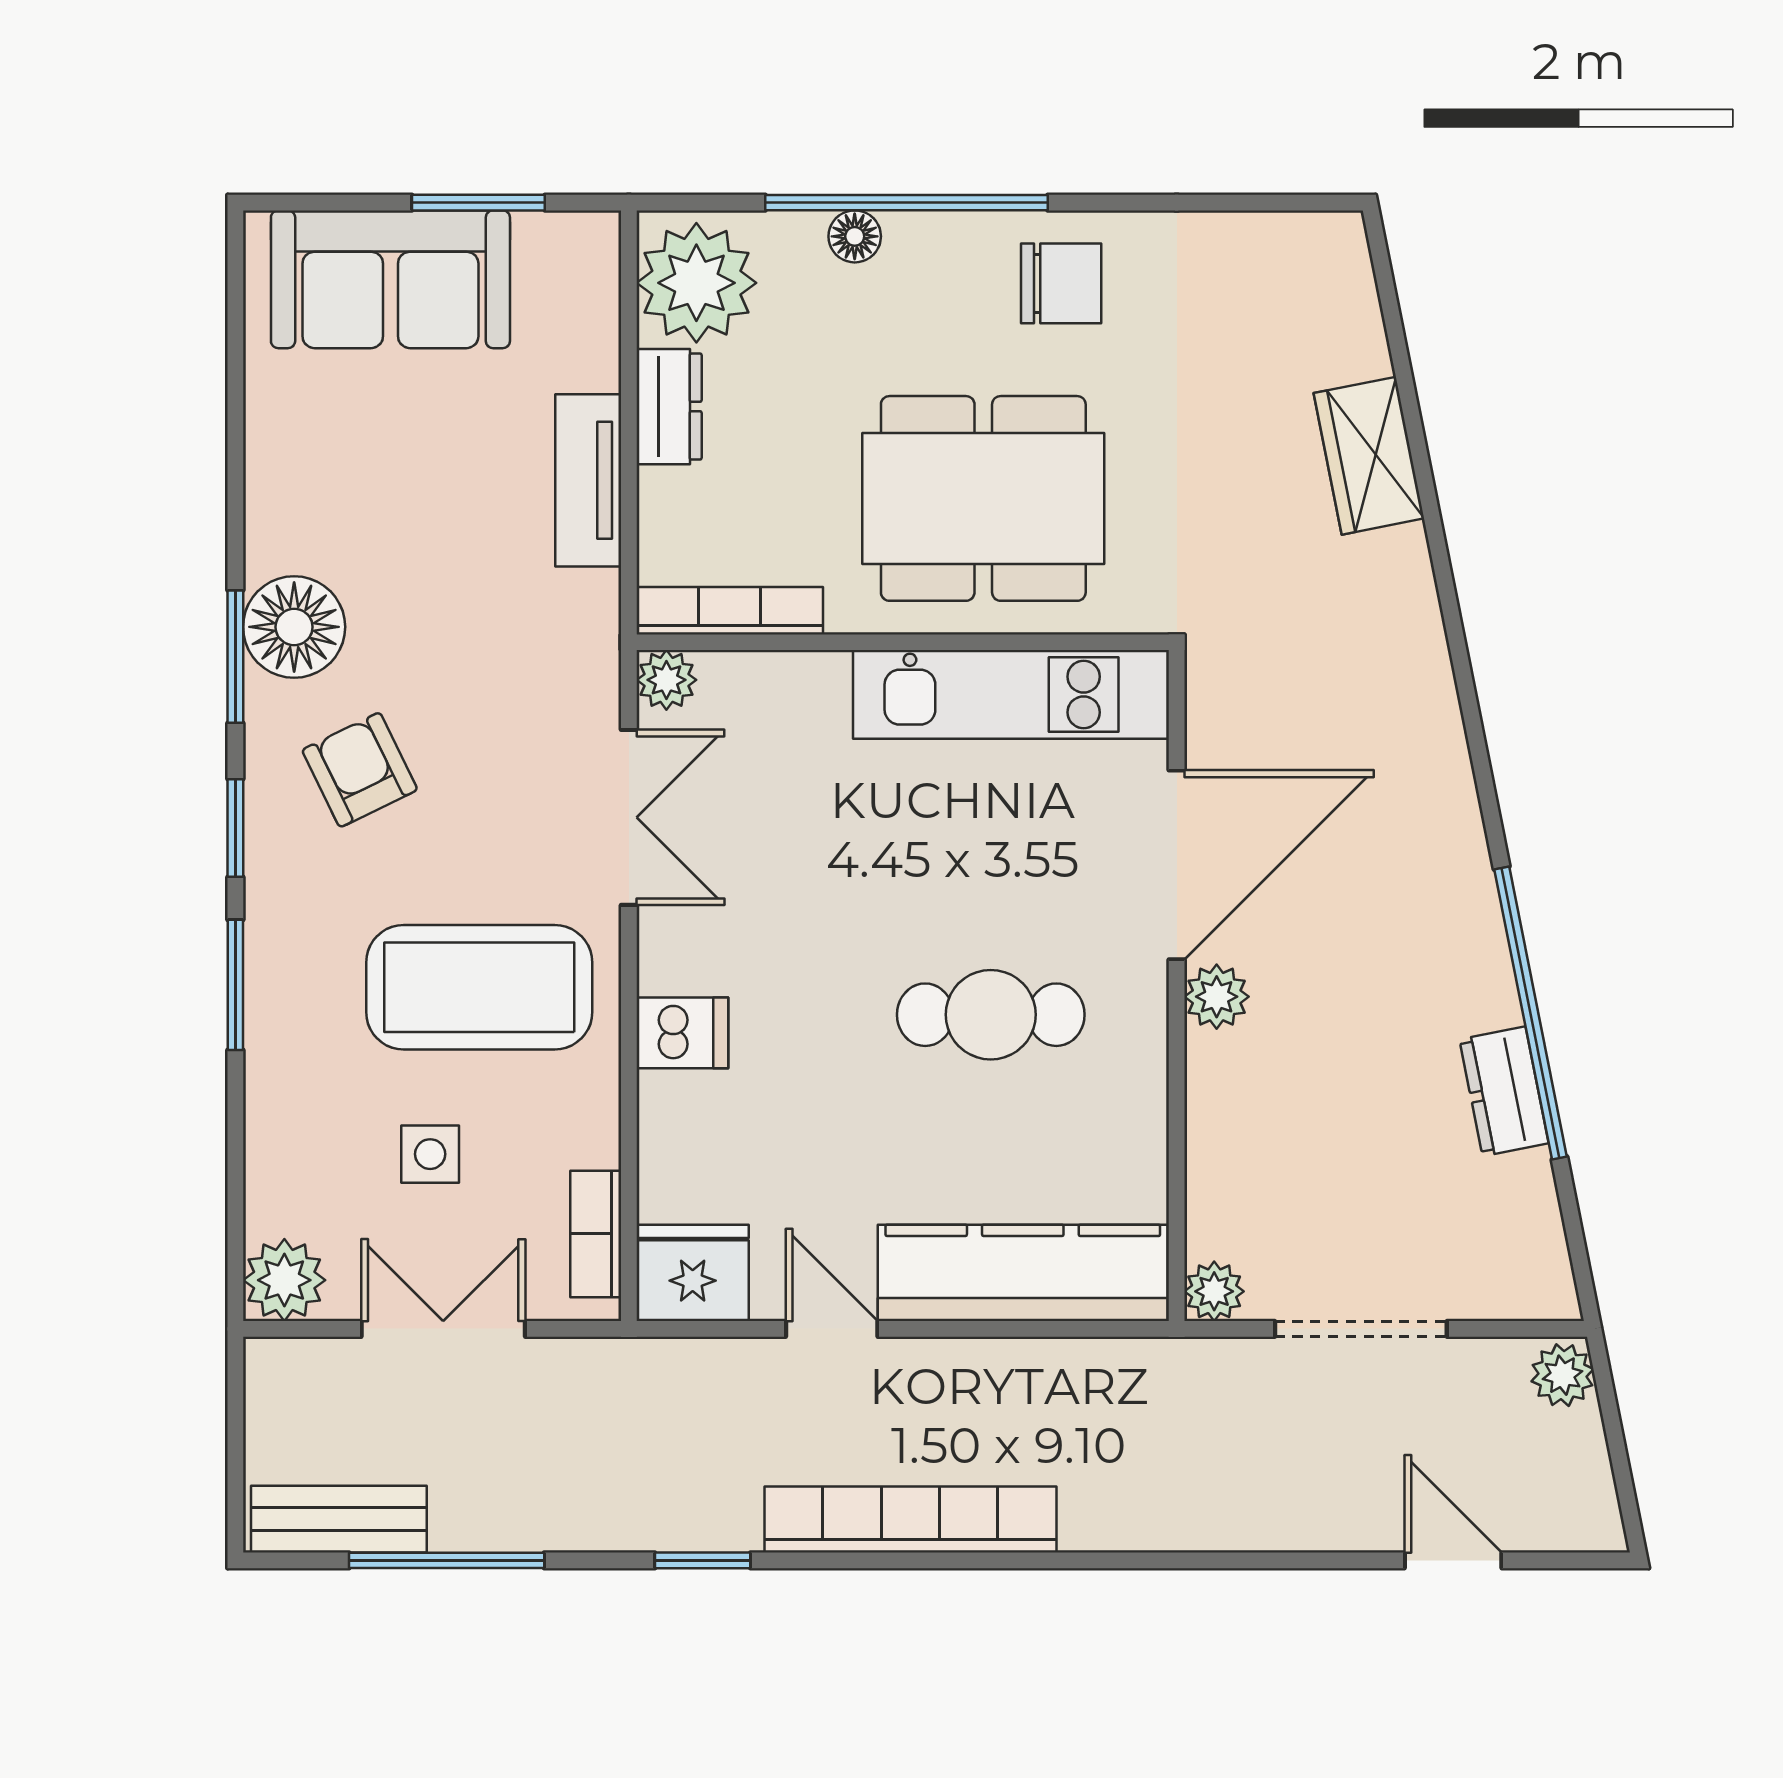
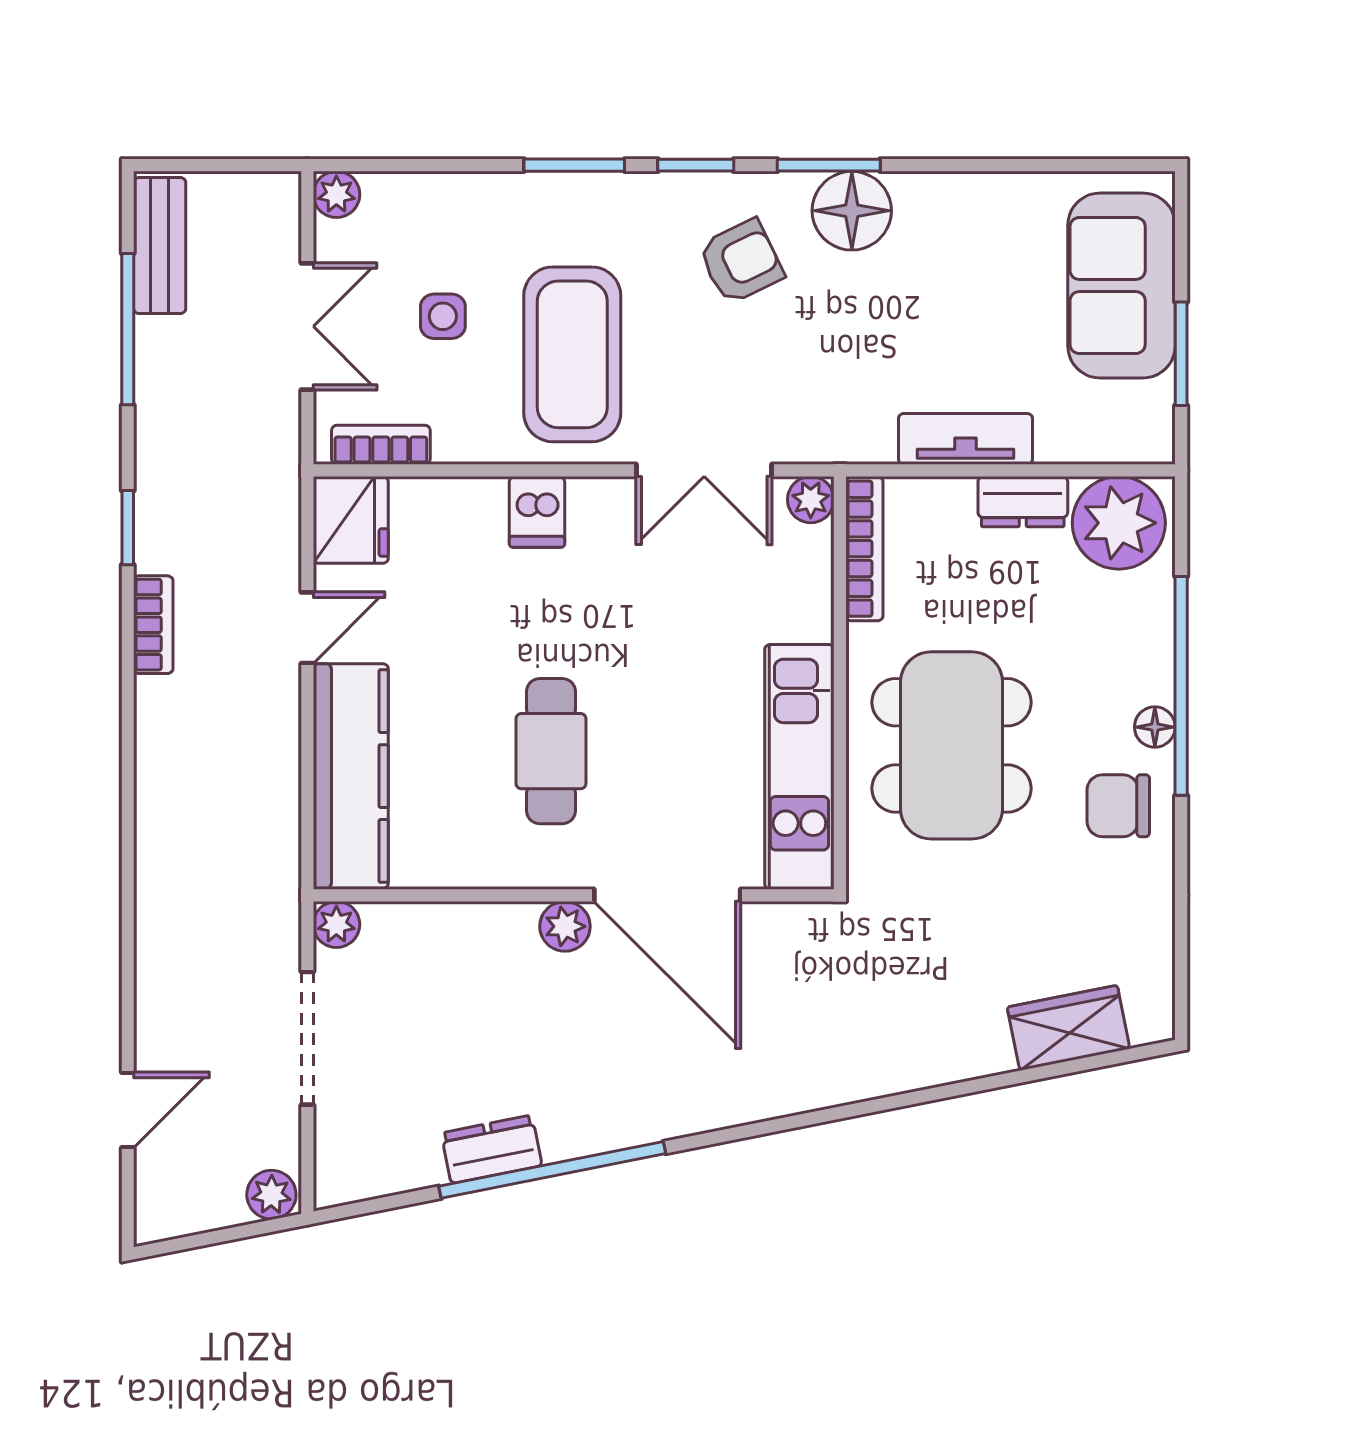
floor lamp: (855, 236) -> (1155, 727), moved
chair: (1061, 283) -> (1118, 806), turned 90
wardrobe: (1369, 456) -> (1069, 1028), moved
plant: (284, 1280) -> (336, 194), width x0.73, depth x0.73
bookcase: (910, 1519) -> (153, 625), width x0.43, depth x0.76

